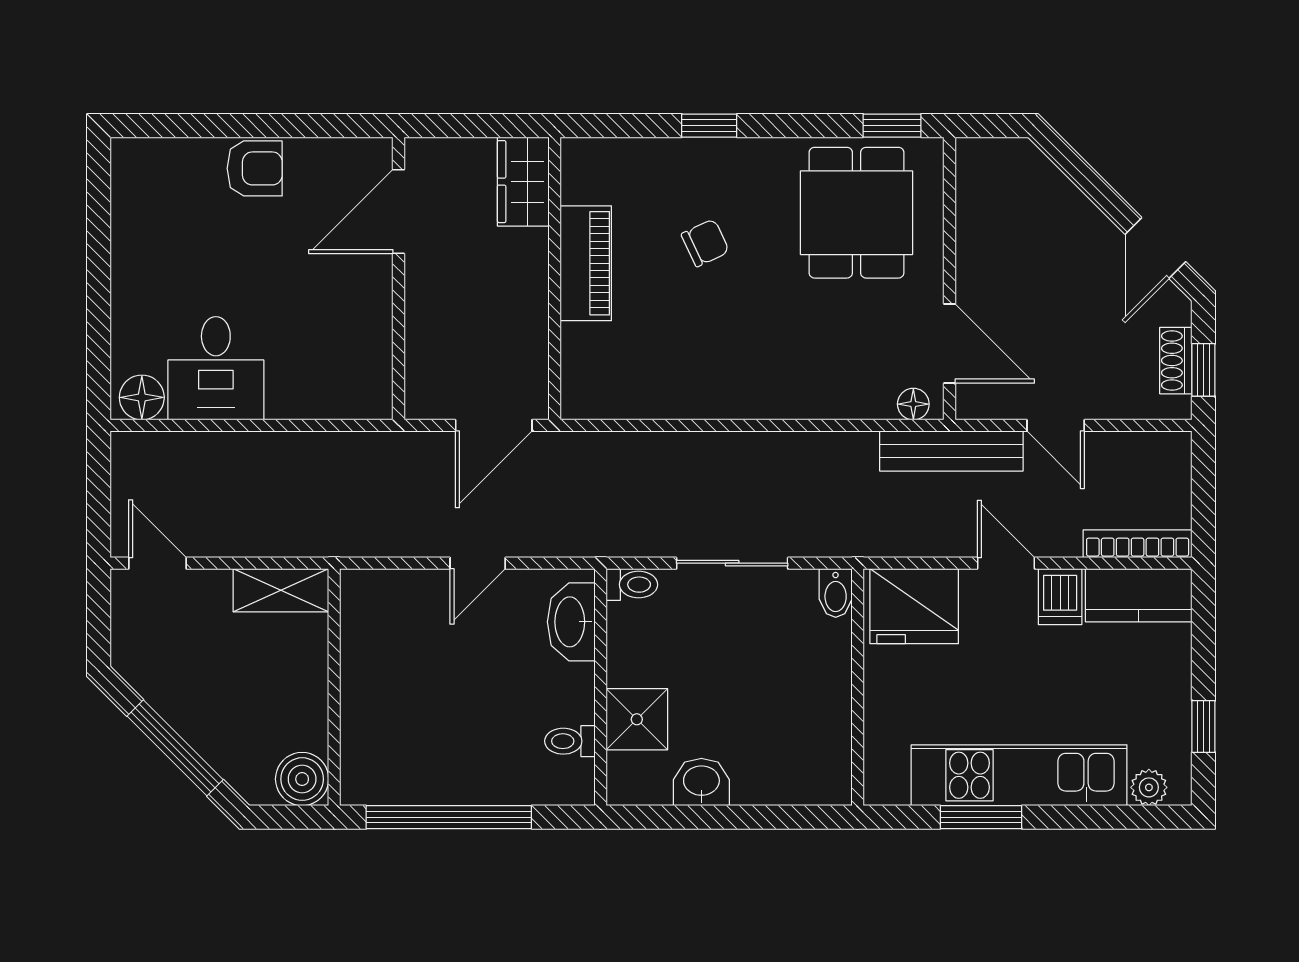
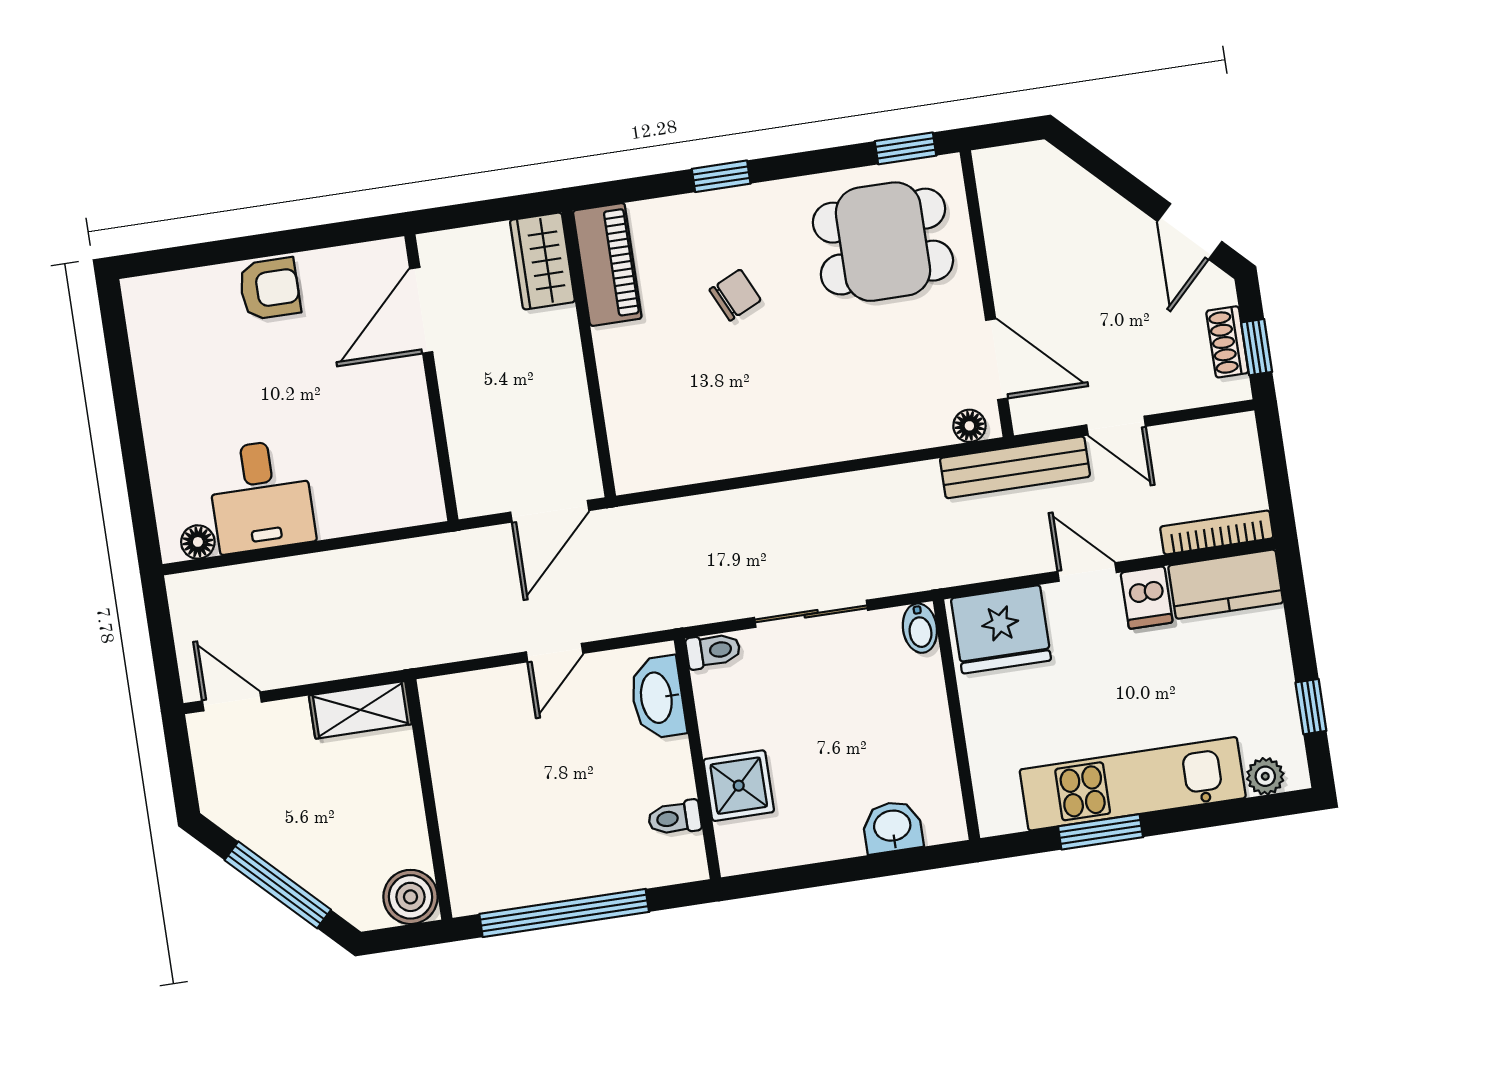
dining table: (857, 213) -> (883, 242), turned 90
piano: (586, 263) -> (607, 264), moved
floor lamp: (142, 397) -> (198, 542), width x0.73, depth x0.73
washbasin: (701, 782) -> (892, 827), moved

